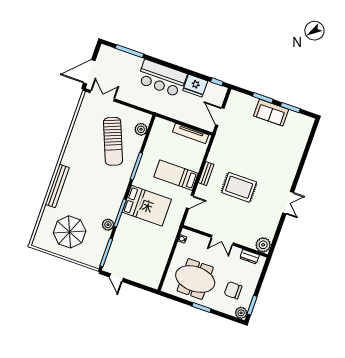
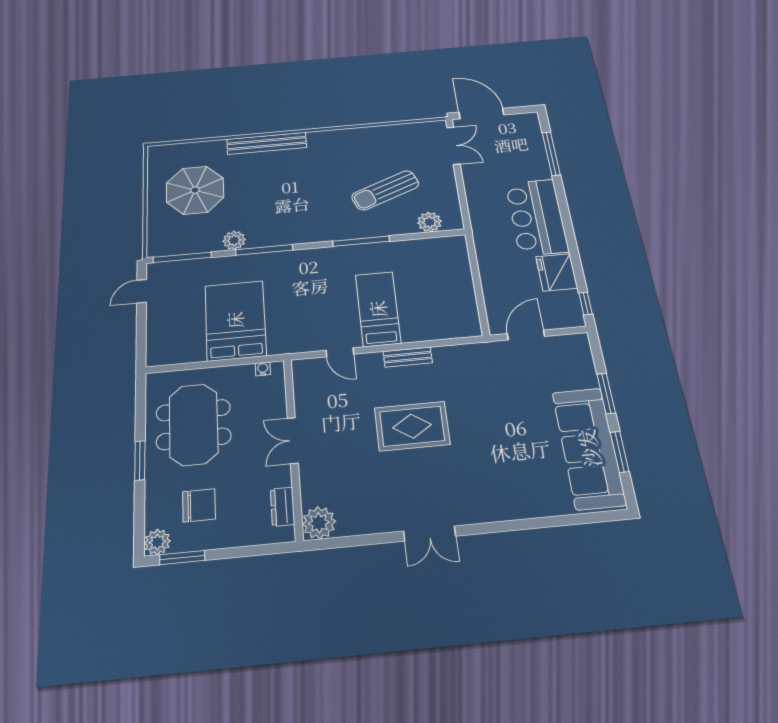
sofa: (271, 113) -> (589, 448), width x1.85, depth x1.27
tv unit: (191, 133) -> (467, 300), removed
sun lounger: (113, 141) -> (385, 190), width x0.73, depth x0.75
rug: (239, 187) -> (412, 426), turned 90
bed: (147, 206) -> (235, 320), moved, turned 180
chair: (233, 290) -> (199, 505), turned 90

